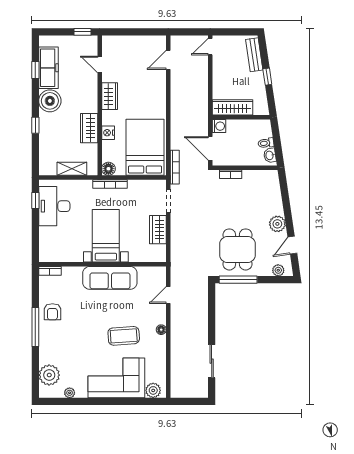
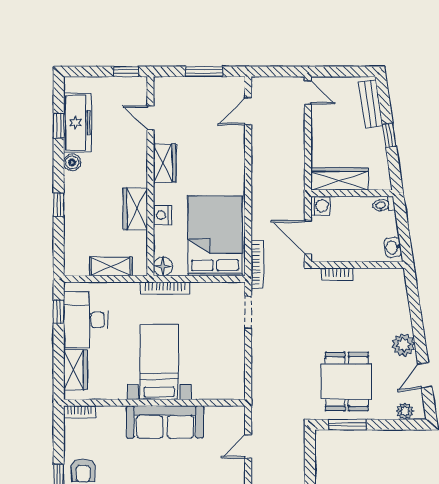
window: (137, 32) -> (204, 72), added
door: (210, 47) -> (308, 92), swing flipped
boiler: (50, 101) -> (72, 162), width x0.54, depth x0.54
toilet: (266, 143) -> (384, 205), moved
wardrobe: (158, 230) -> (75, 370), moved, turned 180
window: (238, 280) -> (348, 425), width x0.69

